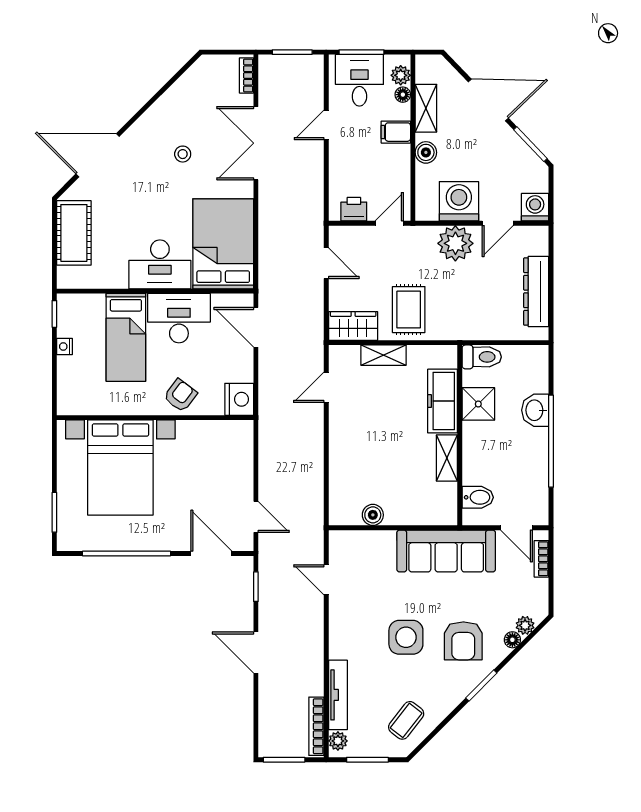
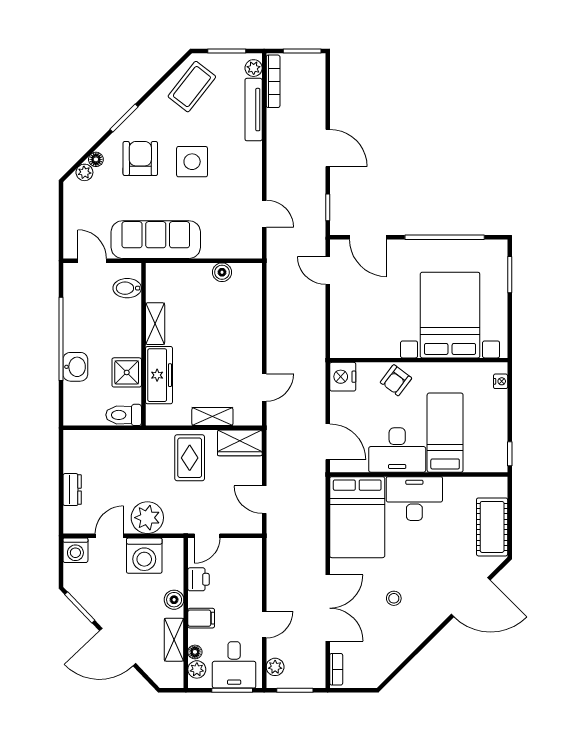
plant: (314, 78) -> (275, 667), added
printer: (354, 209) -> (199, 579), moved, turned -90
dresser: (536, 292) -> (72, 490), width x0.51, depth x0.80
nightstand: (65, 346) -> (501, 381), moved
bookcase: (541, 559) -> (70, 233), removed
coffee table: (406, 720) -> (192, 87), width x1.36, depth x1.30

